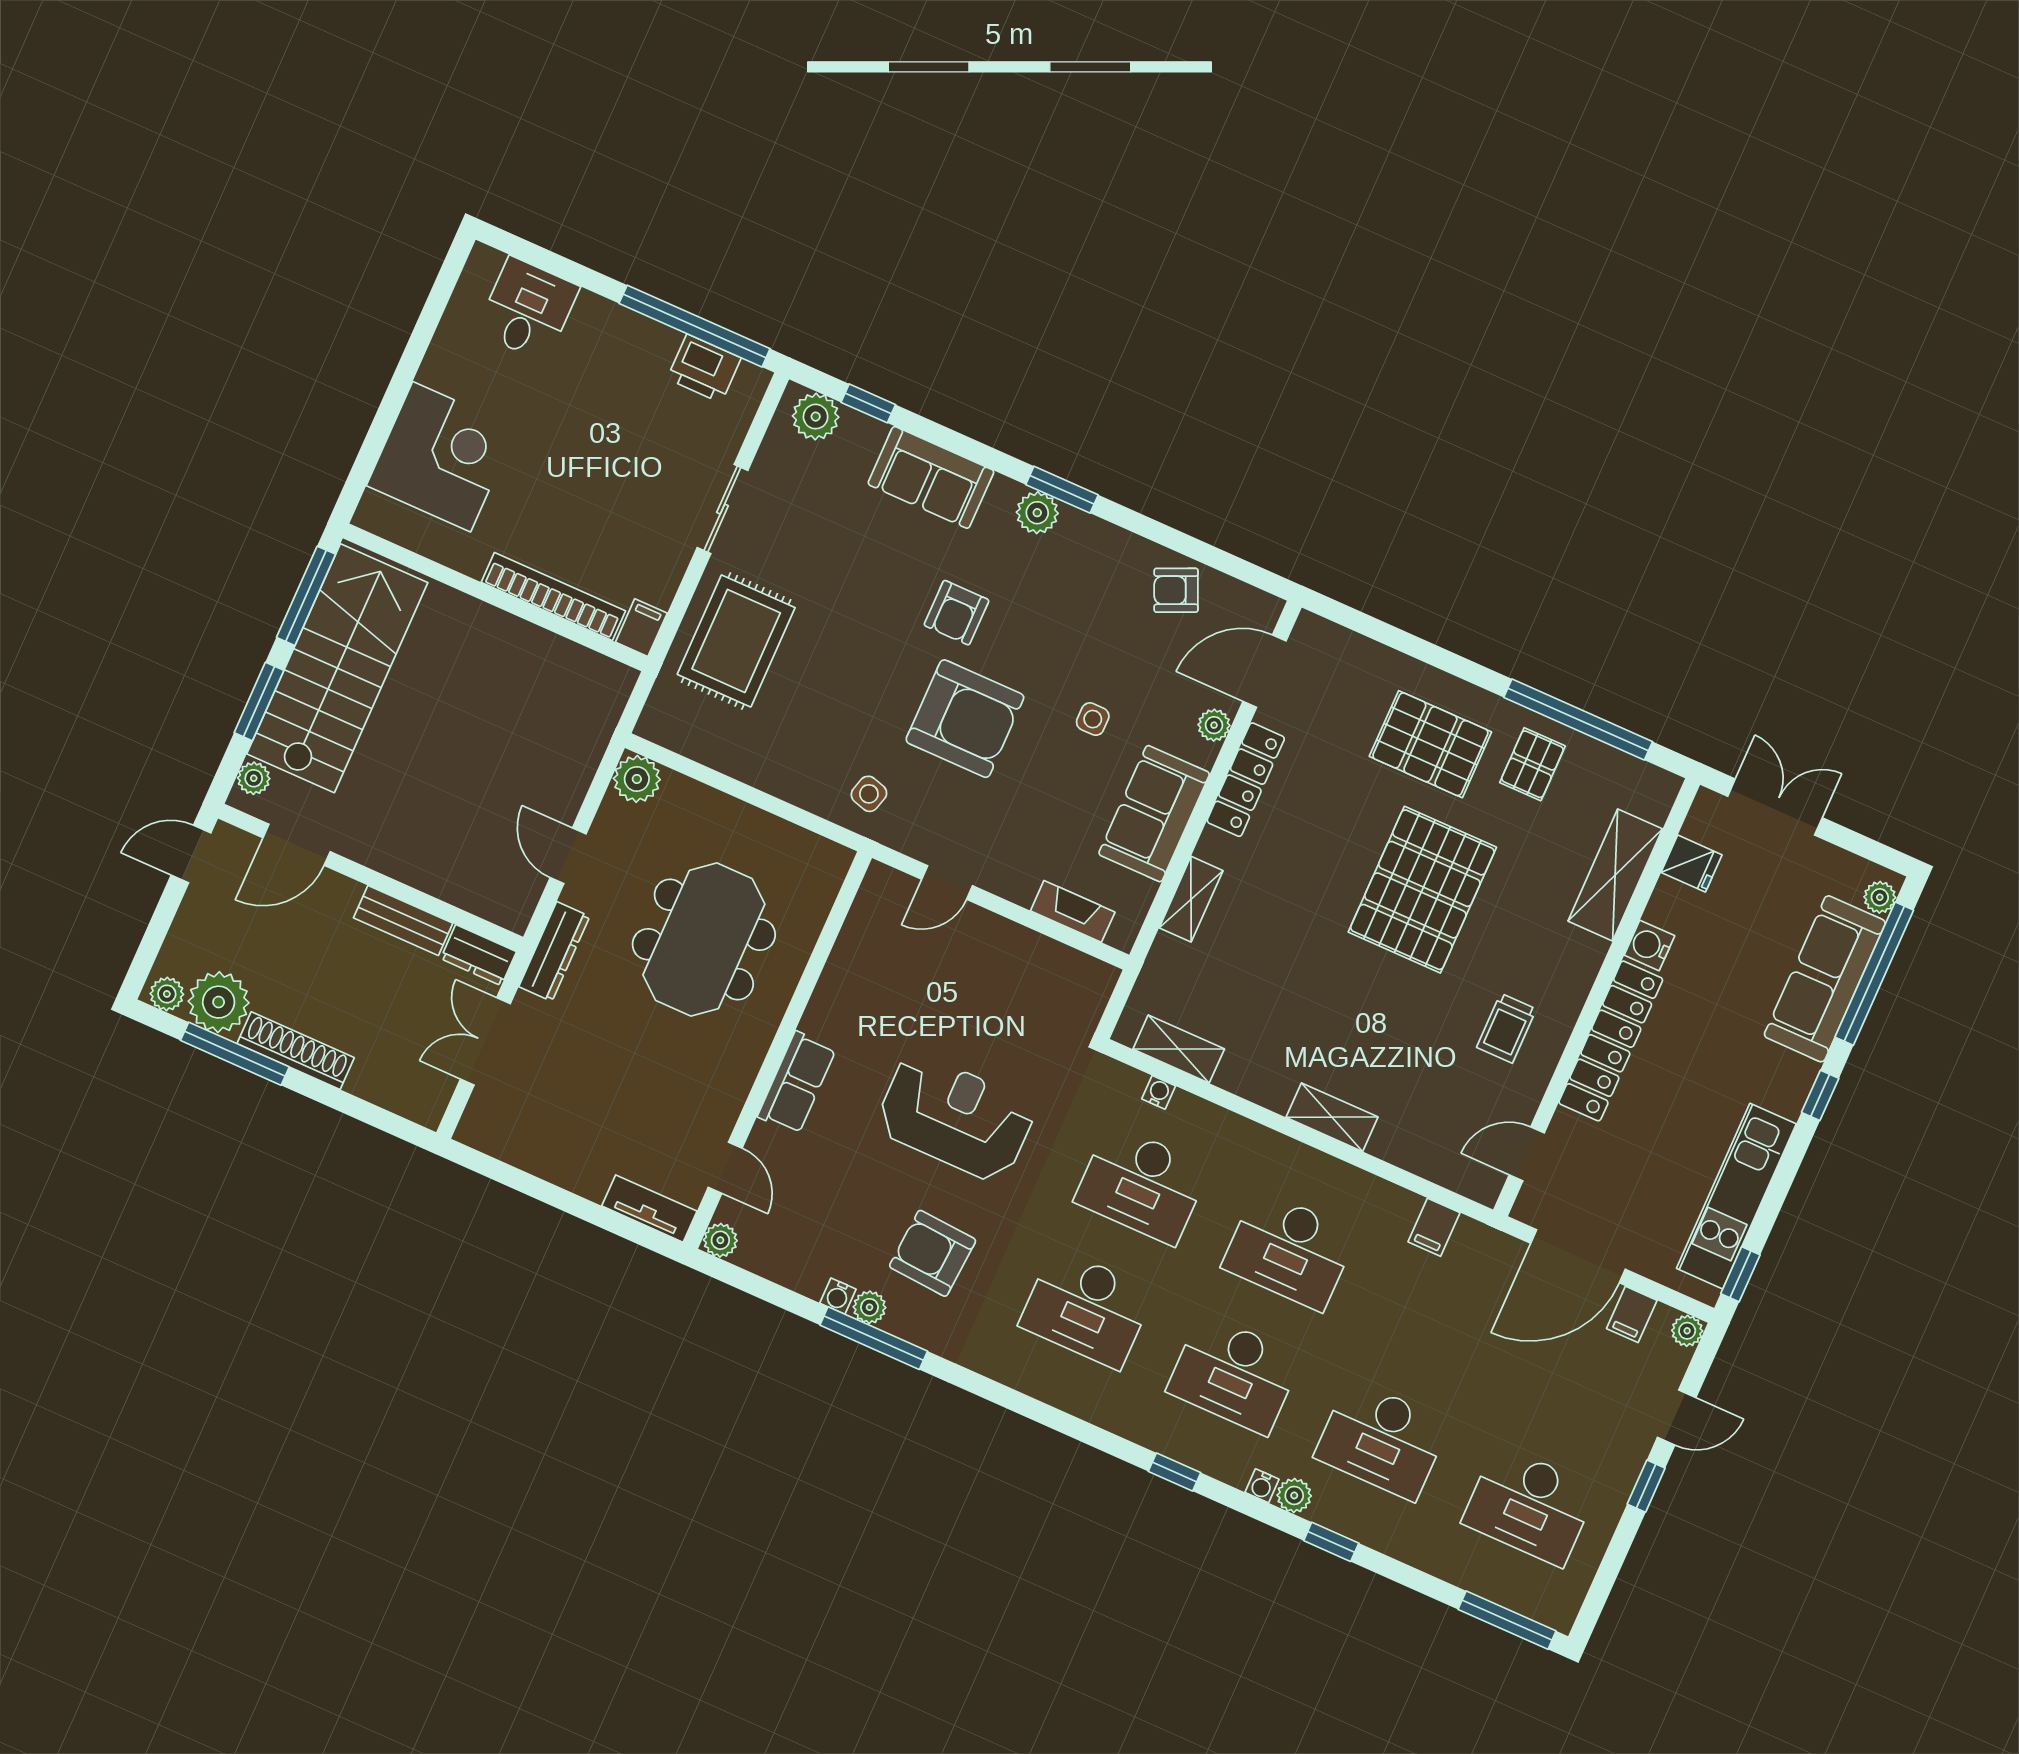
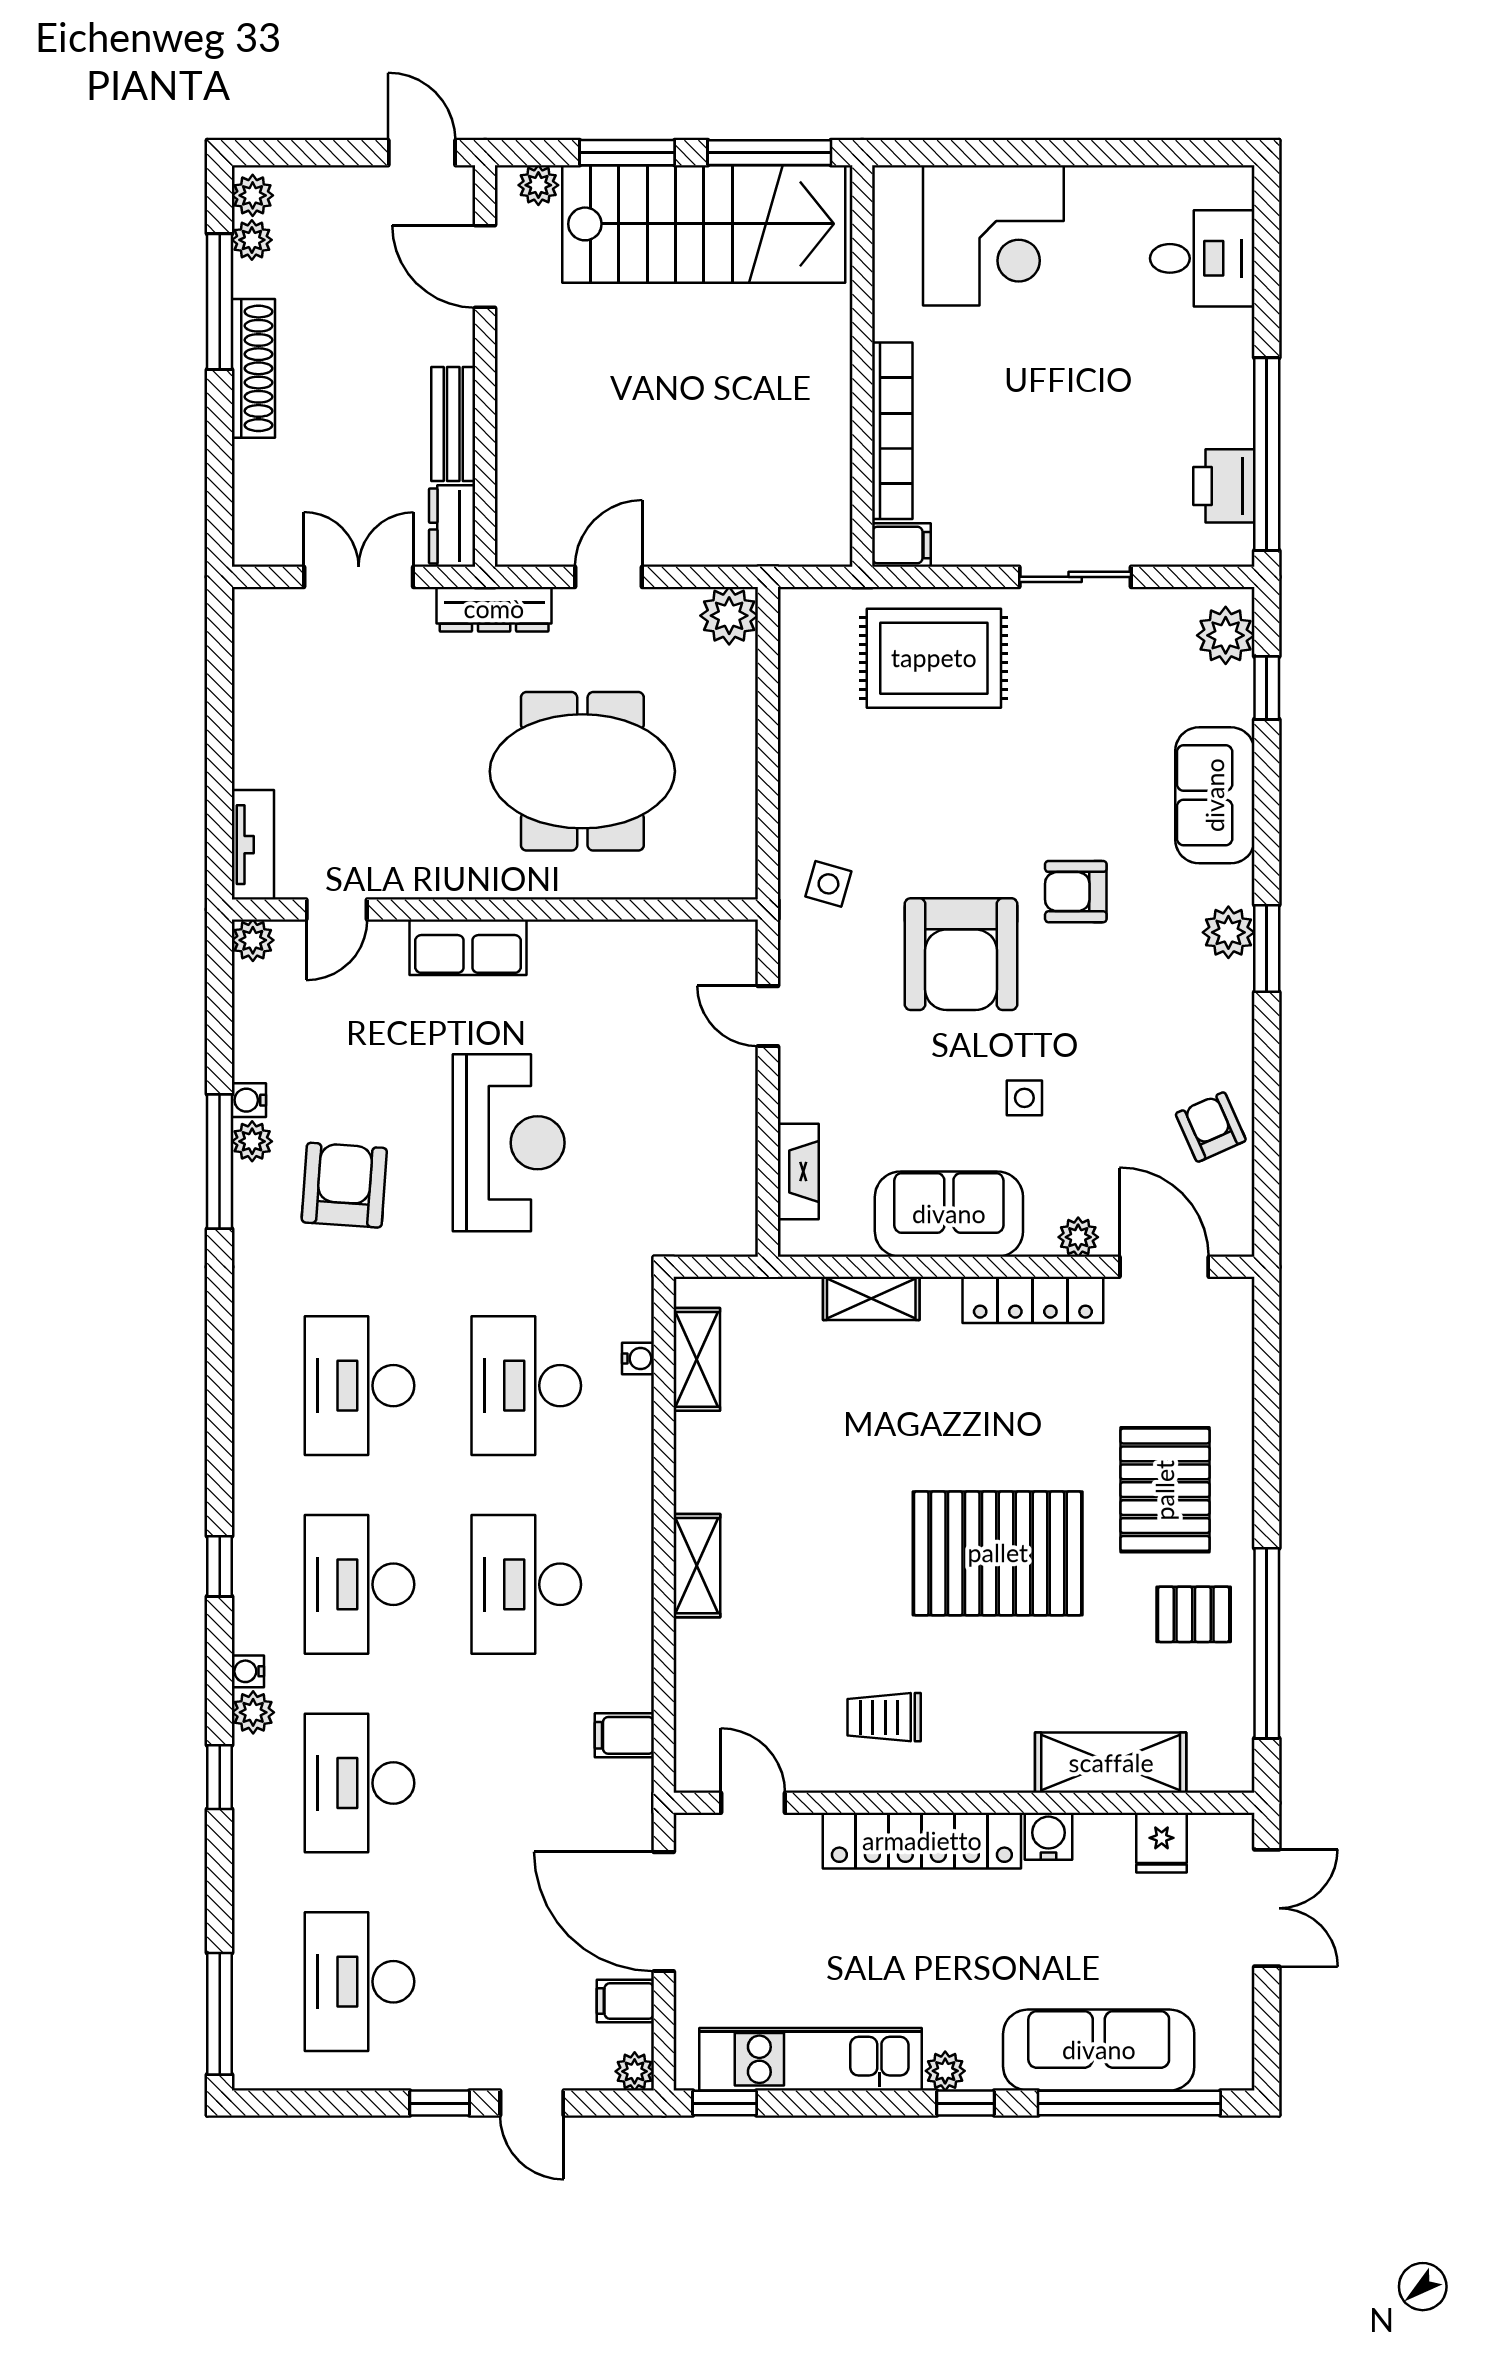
plant: (1880, 897) -> (945, 2071), moved
plant: (219, 1002) -> (252, 240), width x0.53, depth x0.53

